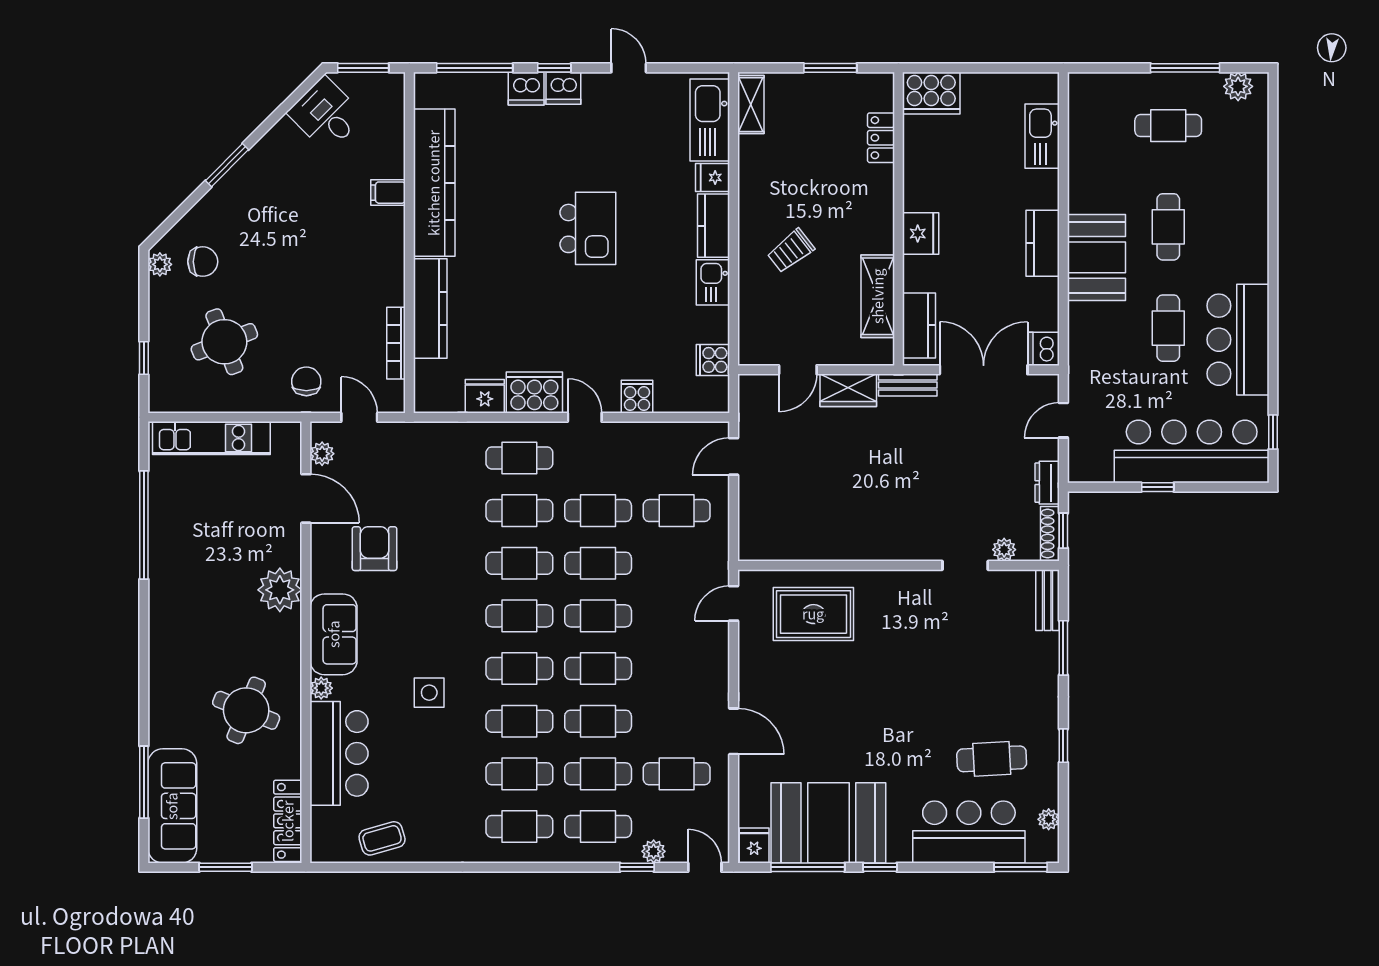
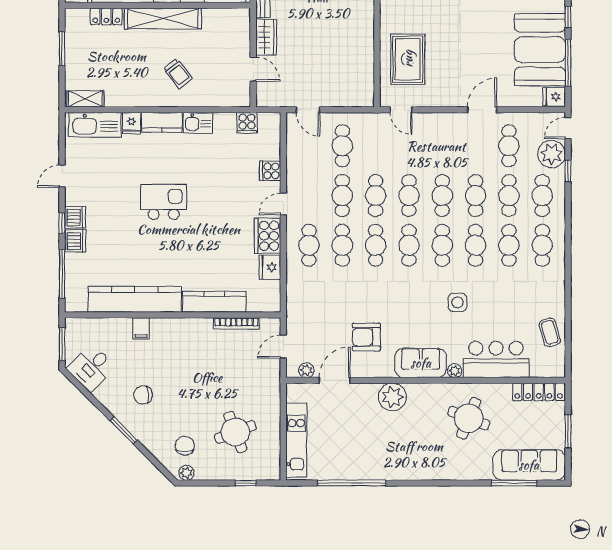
shelving: (878, 296) -> (163, 19), moved, width x1.47
chair: (306, 381) -> (143, 395), moved
plant: (654, 851) -> (552, 154), width x1.87, depth x1.87

